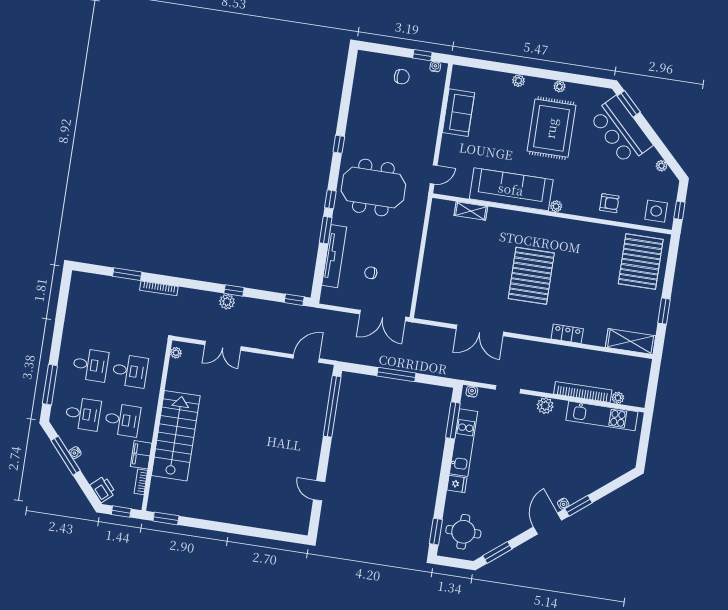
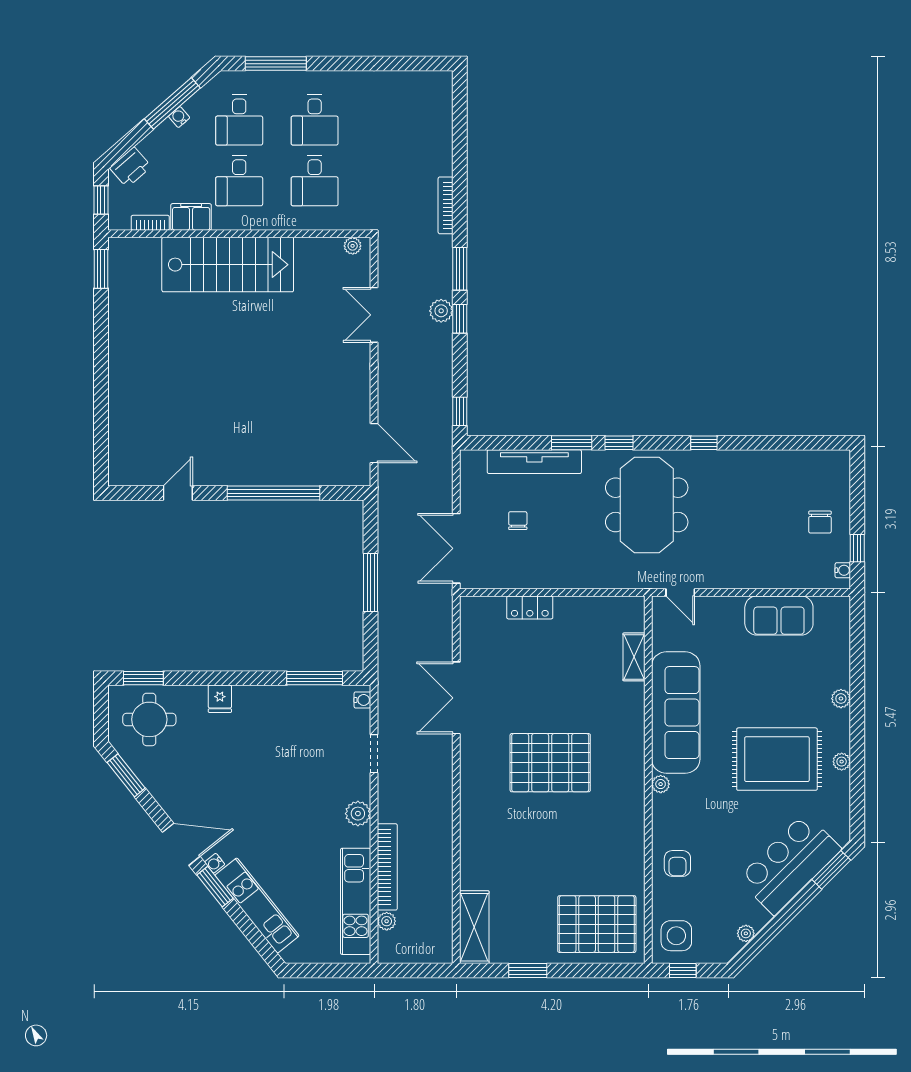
window: (127, 274) -> (460, 269), moved
locker: (567, 334) -> (530, 607), moved, turned 90
window: (332, 406) -> (273, 493), moved
kitchen unit: (463, 443) -> (257, 906), moved, turned -129

